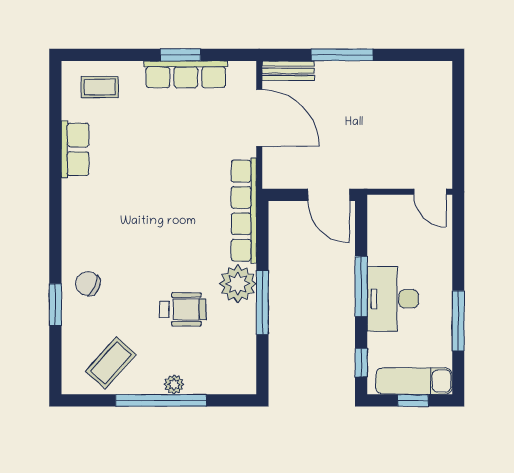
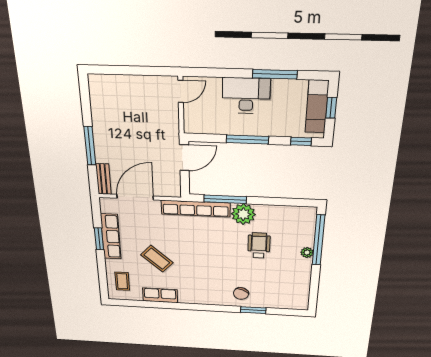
desk: (393, 299) -> (246, 96), moved, turned 180
window: (262, 302) -> (225, 199), moved
coffee table: (111, 363) -> (157, 259), moved
window: (161, 400) -> (319, 240), moved

